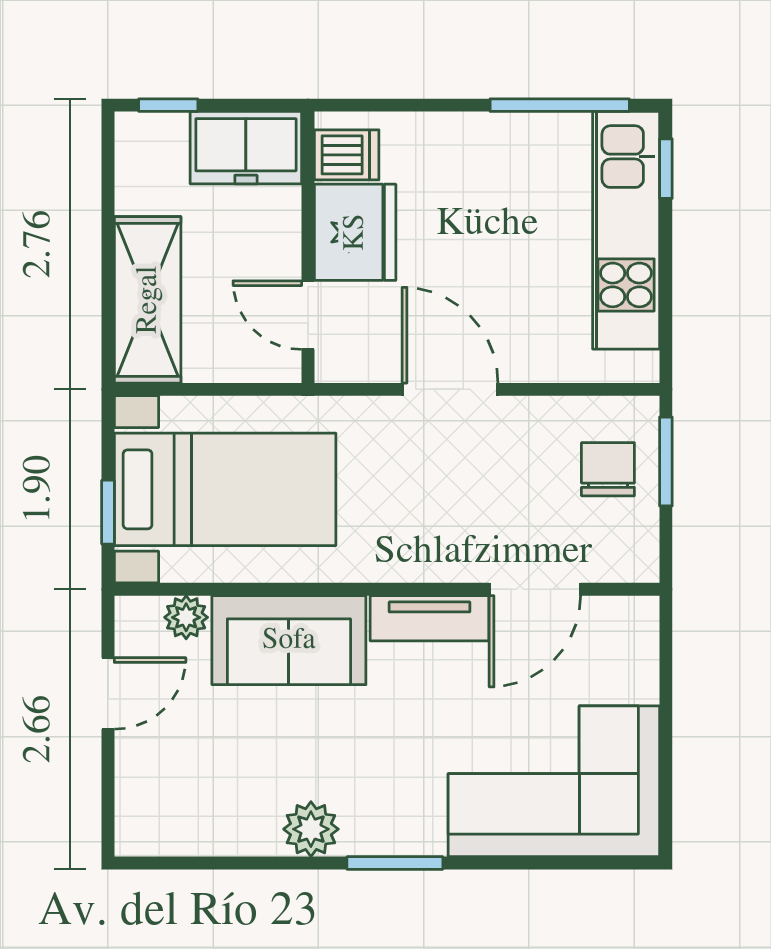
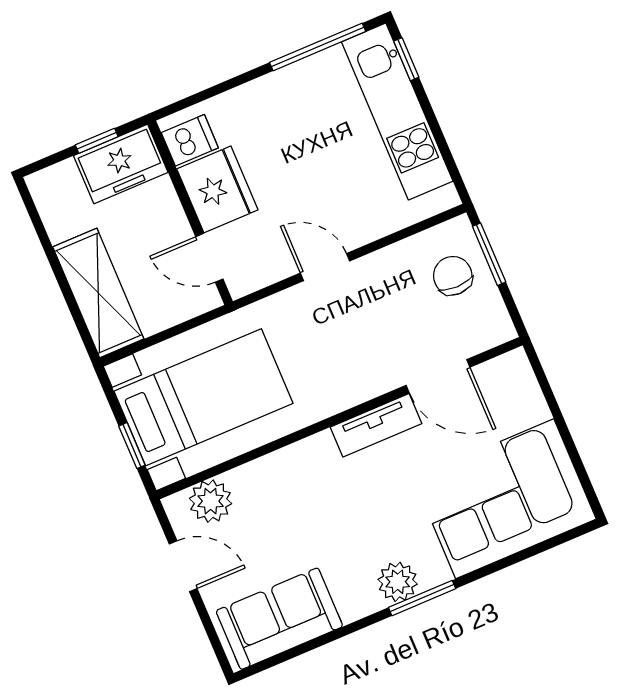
window: (168, 105) -> (97, 141), moved
door: (450, 389) -> (325, 267), width x0.73
door: (535, 589) -> (438, 376), hinge flipped
plant: (186, 617) -> (211, 501), width x1.38, depth x1.38
sofa: (289, 640) -> (279, 619), moved, turned 180
door: (108, 693) -> (183, 566), hinge flipped
plant: (311, 829) -> (398, 582), moved

